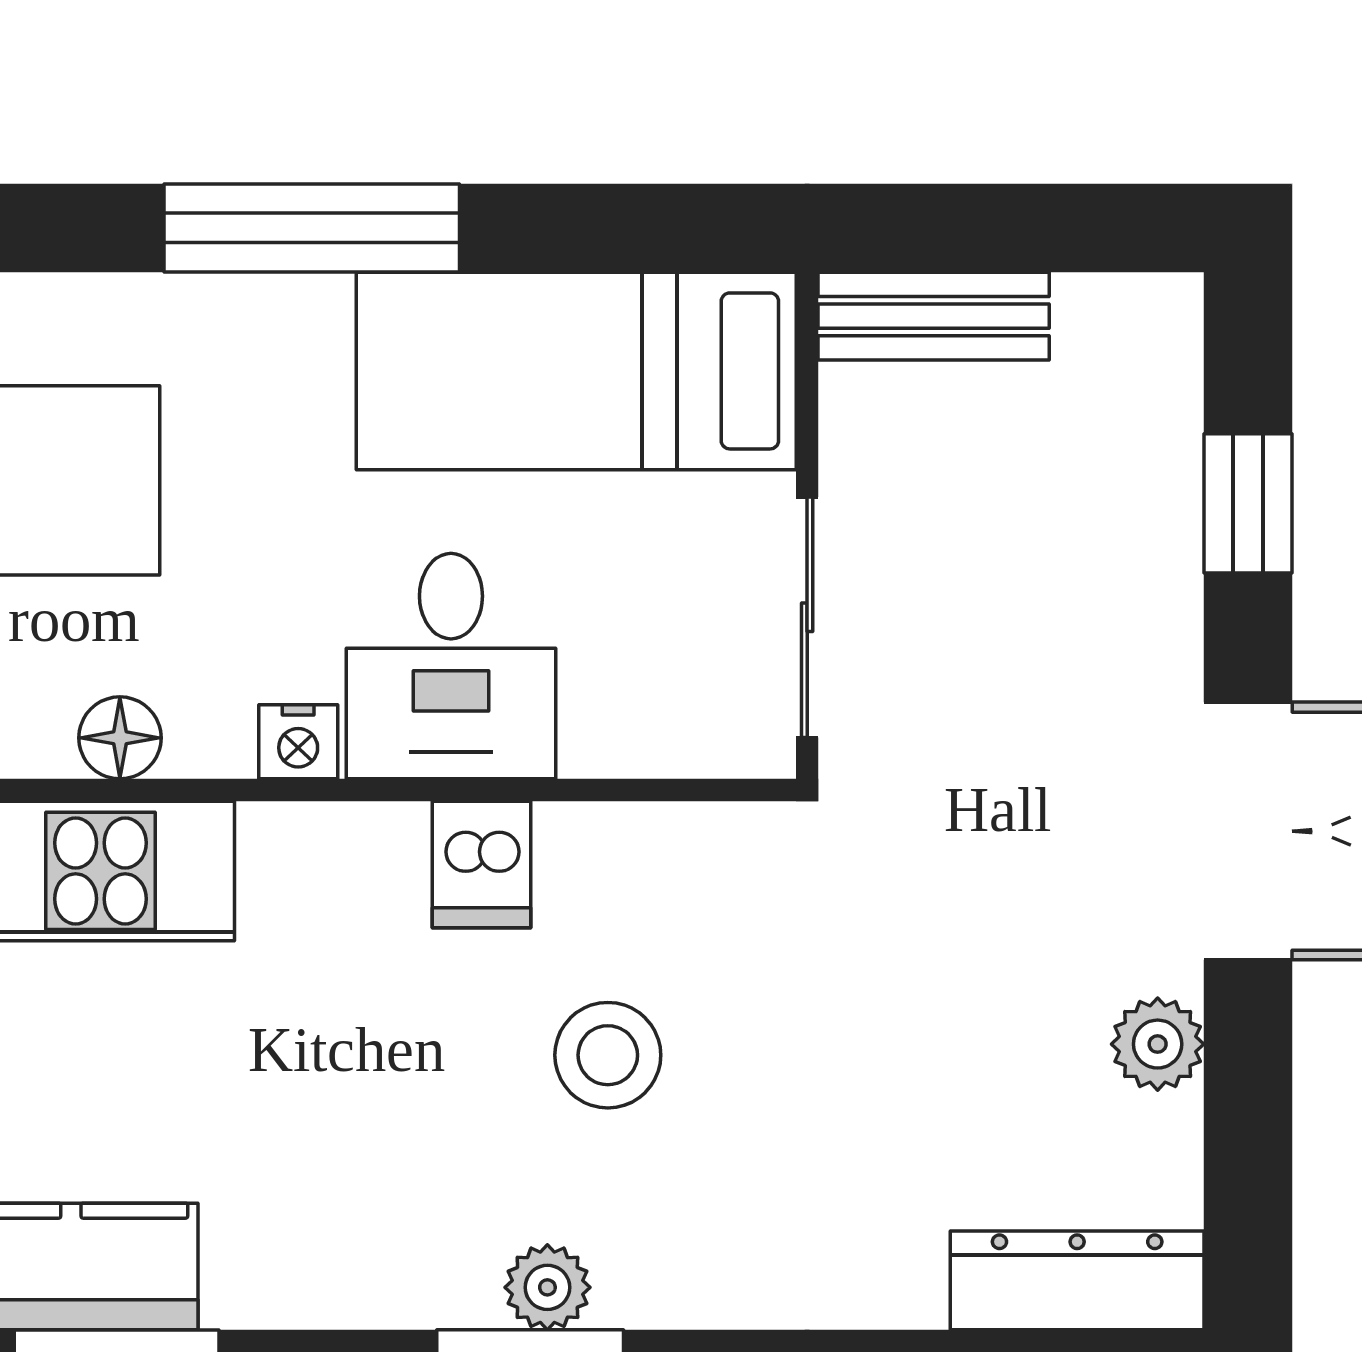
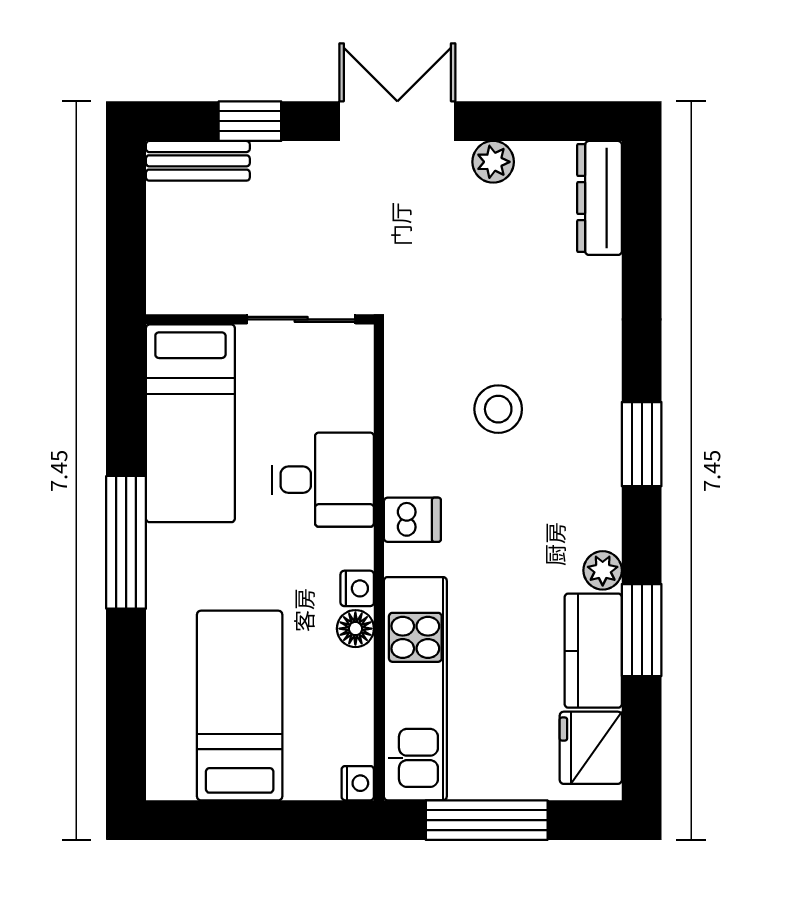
bench: (934, 316) -> (198, 161), moved, turned 90
nightstand: (298, 742) -> (357, 588), moved
dishwasher: (482, 864) -> (412, 520), moved
plant: (547, 1287) -> (603, 570), moved

